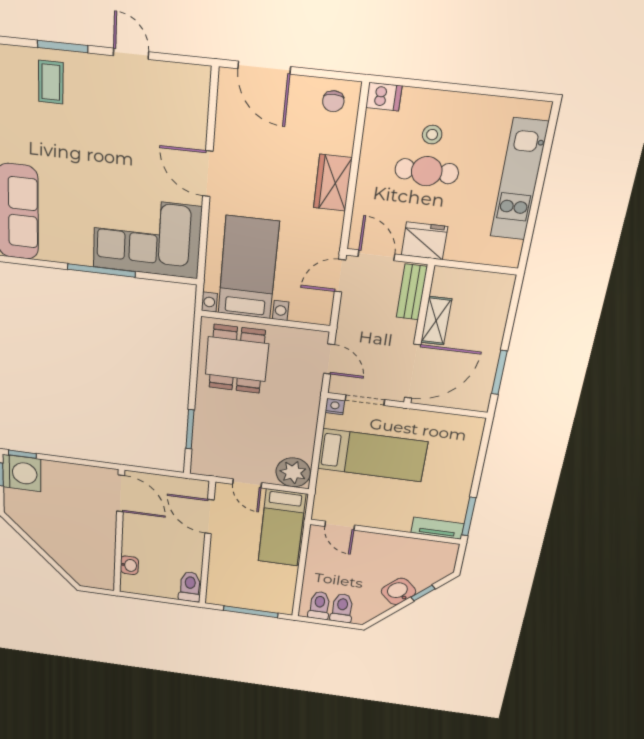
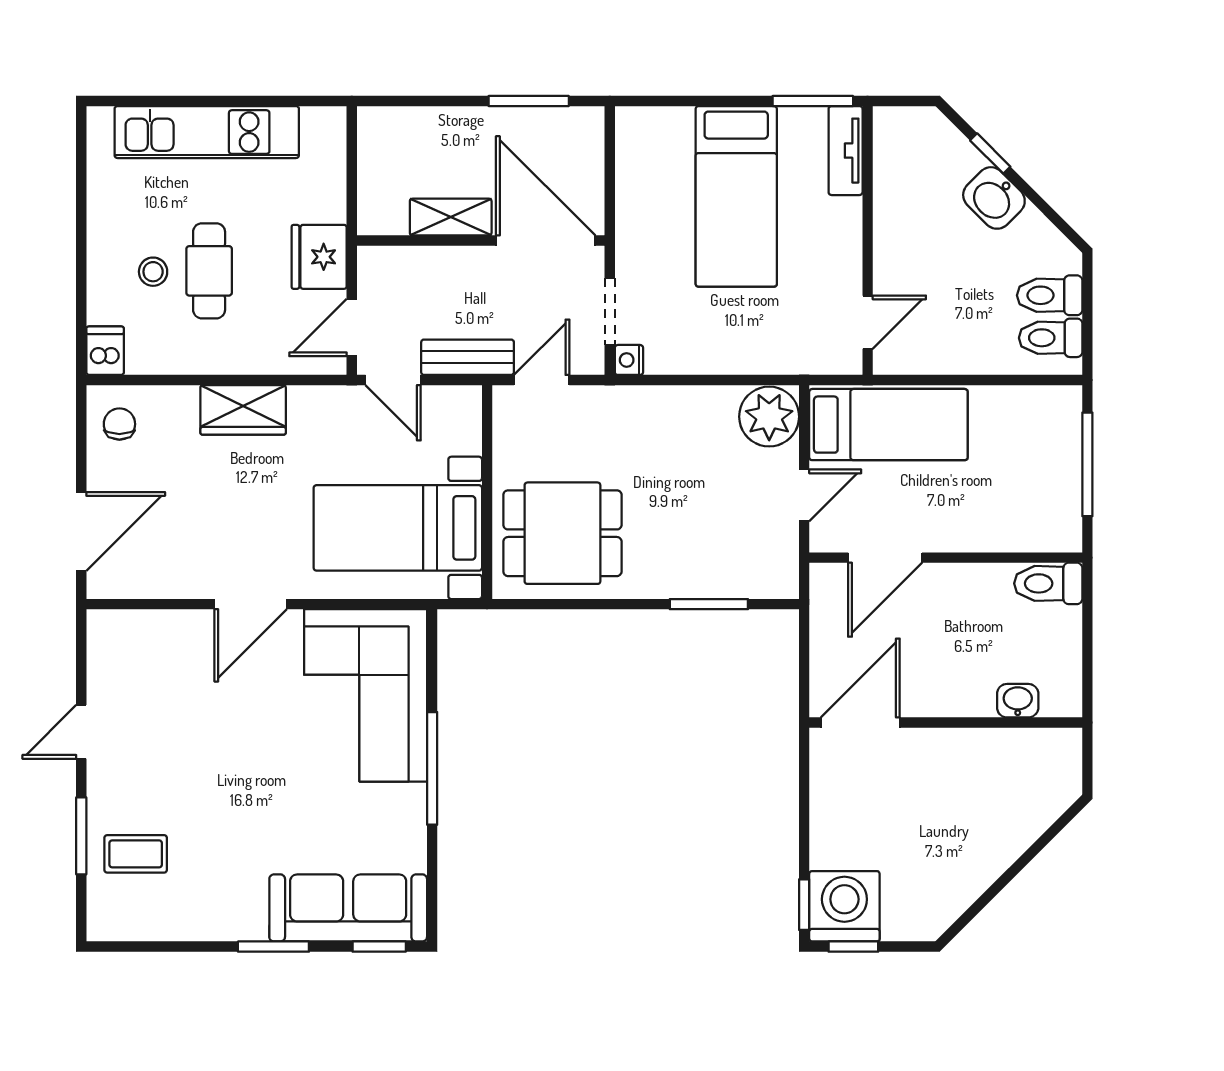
chair: (333, 101) -> (119, 424), turned -90
bench: (412, 292) -> (468, 357), moved
bed: (372, 455) -> (736, 196), moved, turned 180

